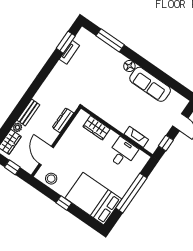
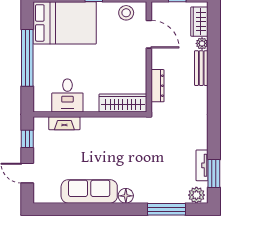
plant: (86, 36) -> (196, 195), added
wardrobe: (96, 128) -> (123, 103), width x1.50

